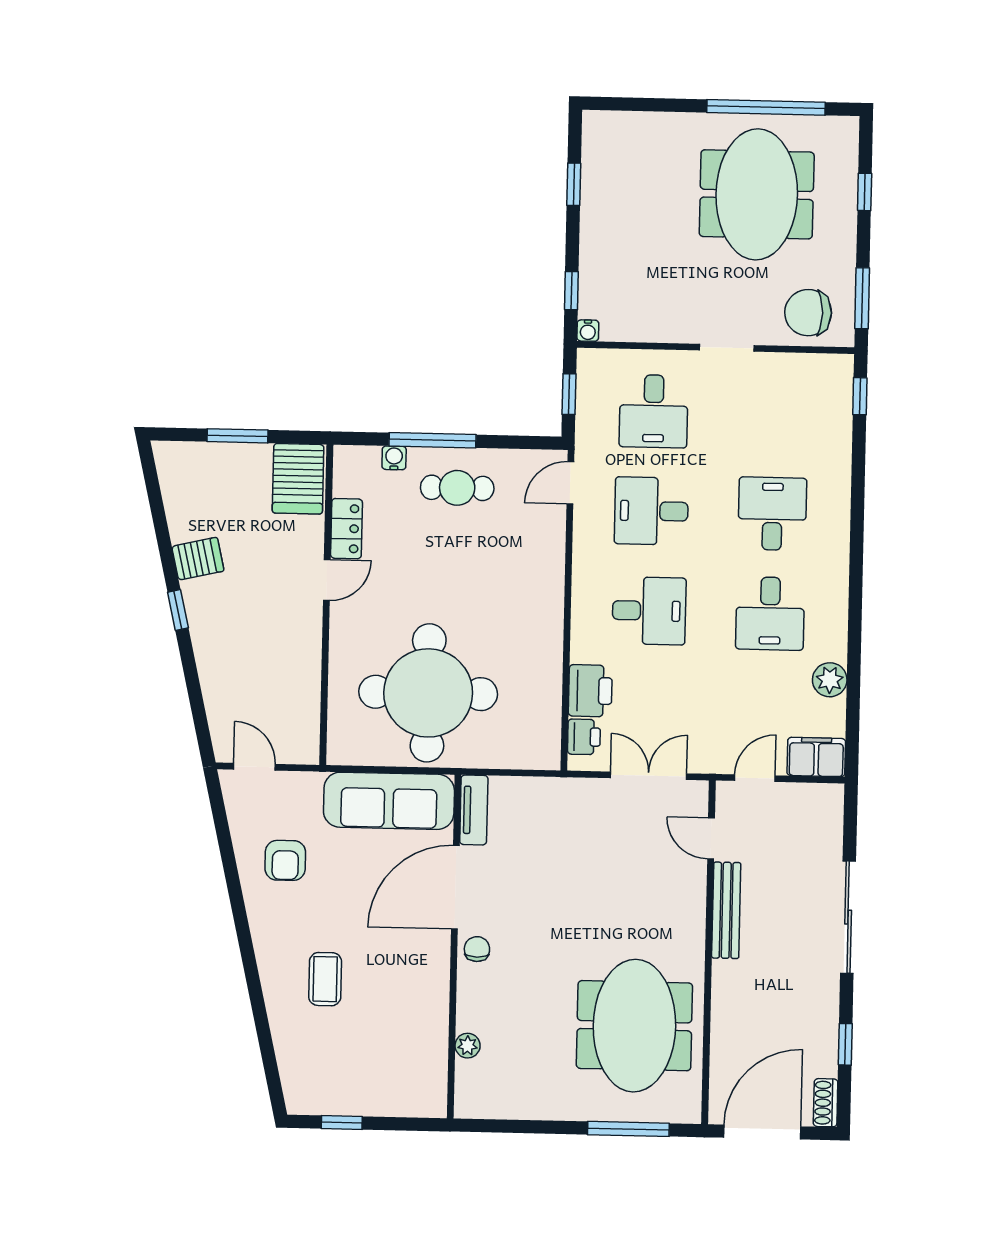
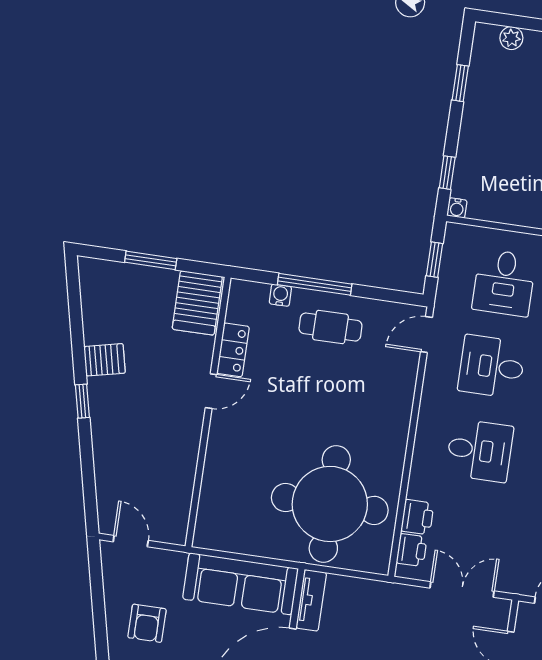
plant: (627, 124) -> (511, 38), added
printer: (590, 691) -> (417, 517), width x0.73, depth x0.81
round table: (428, 693) -> (330, 504), moved

